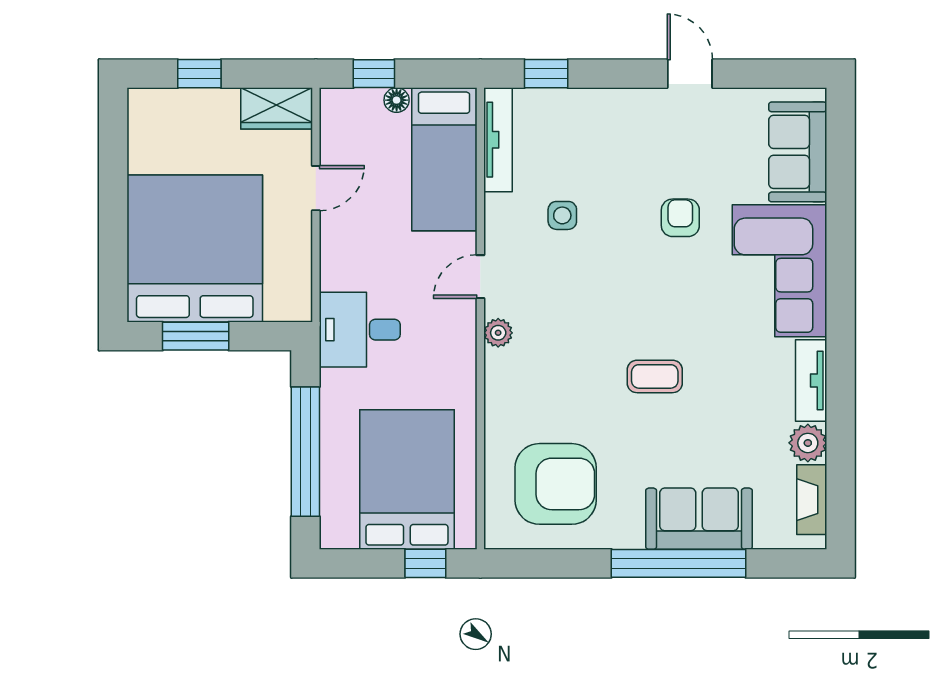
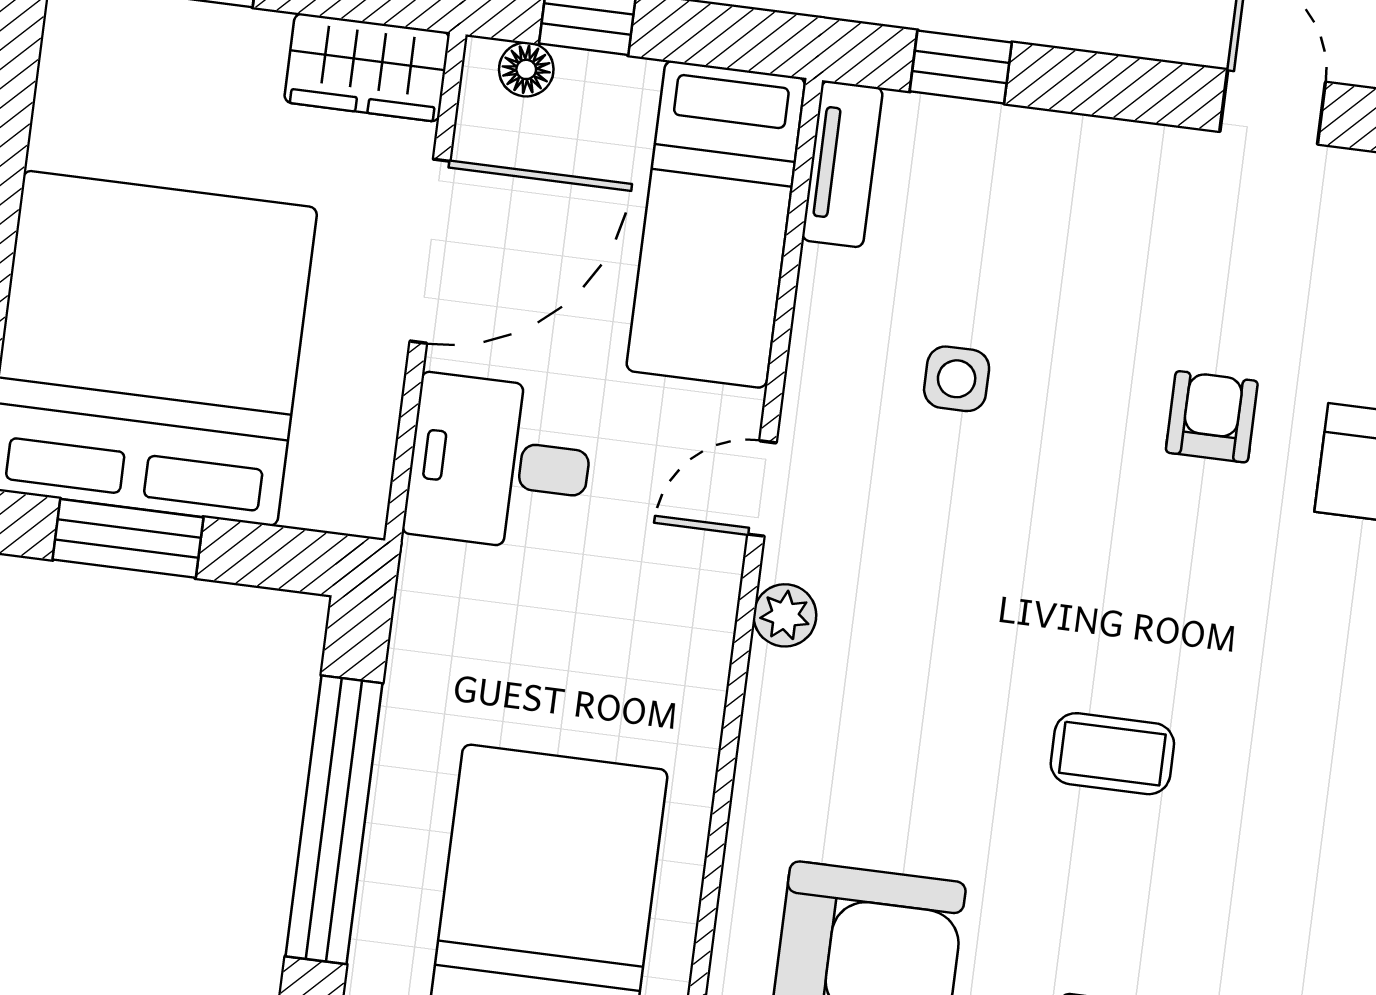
floor lamp: (397, 100) -> (526, 69), moved
tv unit: (498, 140) -> (842, 164), width x0.71
door: (316, 188) -> (430, 251), width x1.88
desk: (360, 330) -> (500, 463), moved

